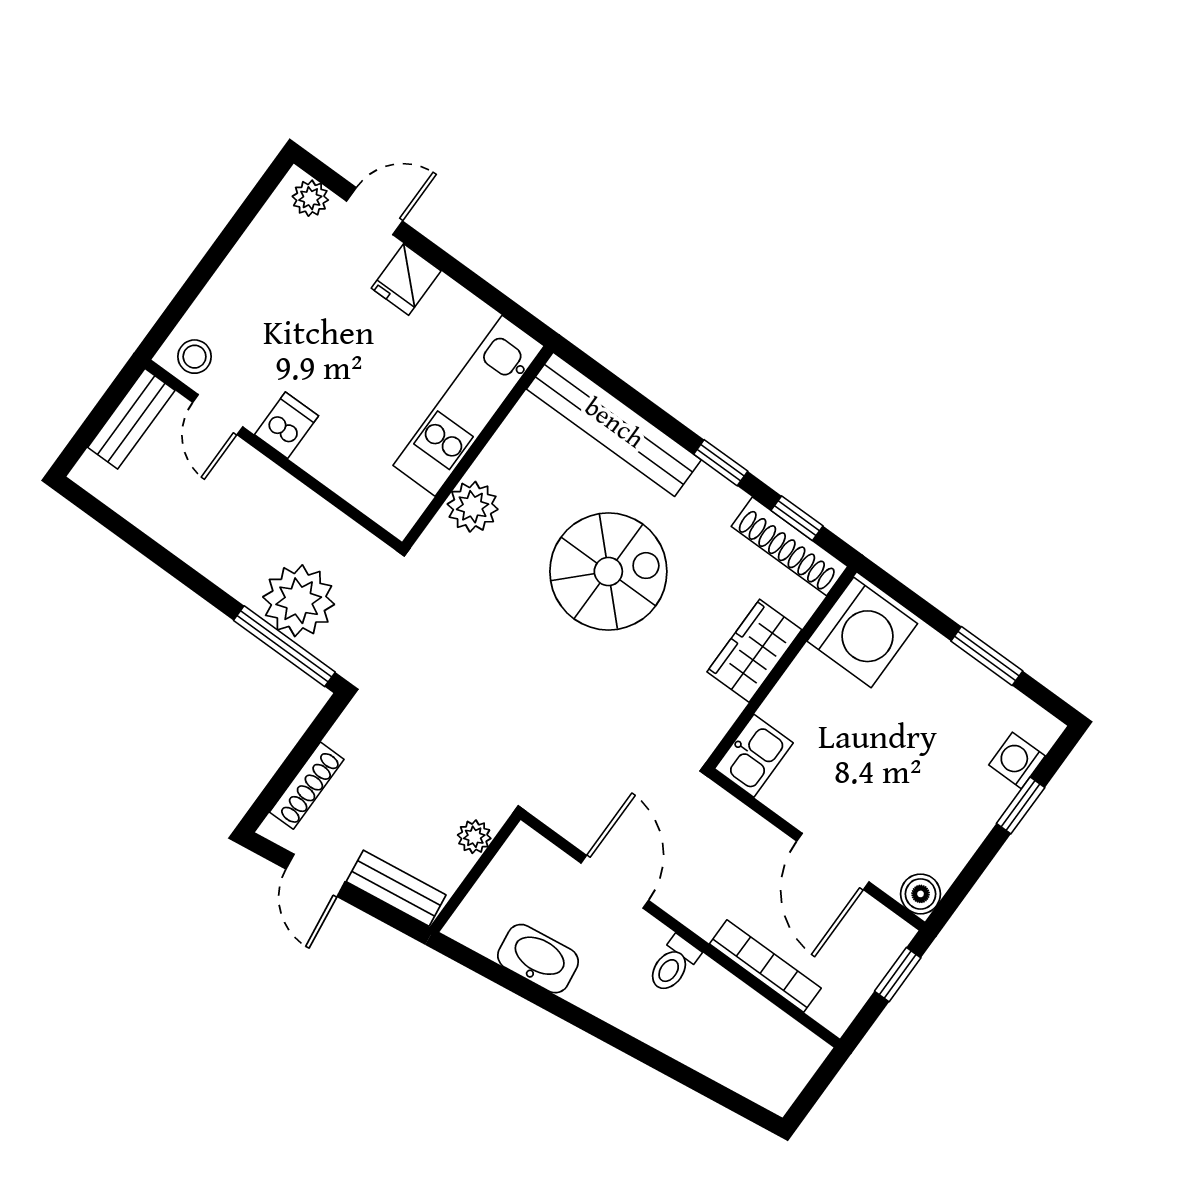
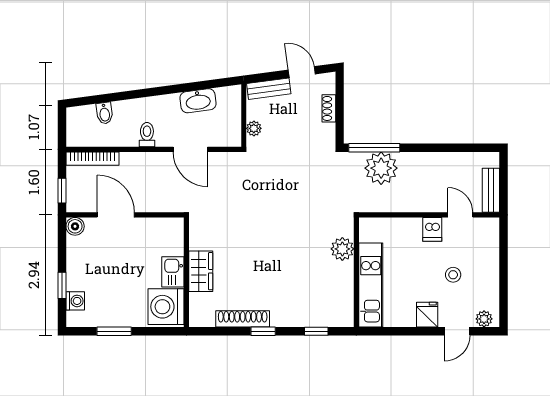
stool: (195, 357) -> (453, 275), moved
bench: (614, 424) -> (312, 317), removed
window: (797, 518) -> (316, 331), moved
shoe rack: (789, 546) -> (243, 319), moved
spiral stairs: (608, 571) -> (275, 261), removed
kitchen sink: (754, 756) -> (173, 272), moved
shoe rack: (307, 786) -> (329, 108), width x0.70
bookcase: (765, 966) -> (92, 159), moved
bidet: (721, 1058) -> (105, 113), added

